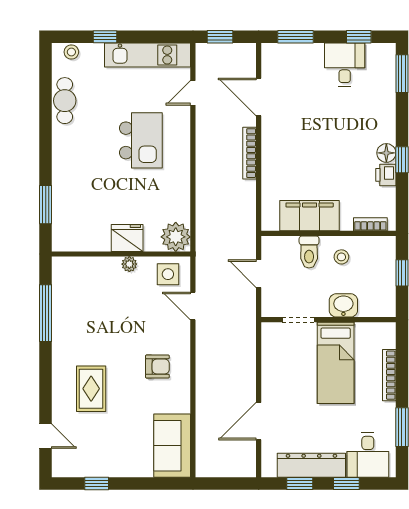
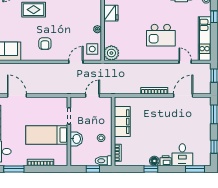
desk: (345, 65) -> (182, 155), moved, turned 90
printer: (386, 175) -> (166, 161), moved
fridge: (127, 238) -> (111, 13), moved
toilet: (309, 252) -> (104, 161), moved

